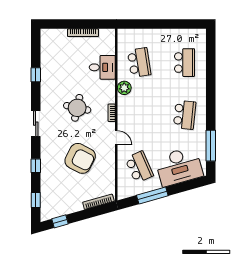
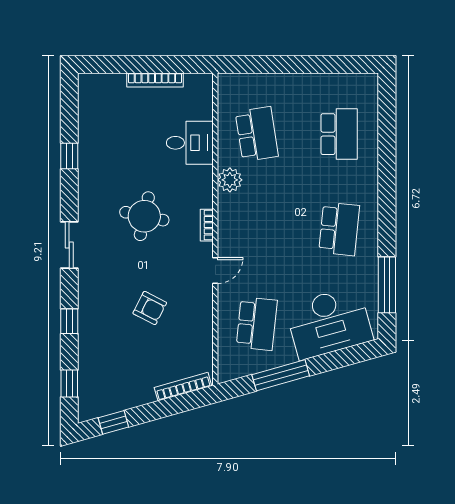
door: (116, 138) -> (215, 271), hinge flipped
armchair: (80, 158) -> (150, 308), width x0.53, depth x0.53
school desk: (139, 167) -> (257, 324), turned 30

